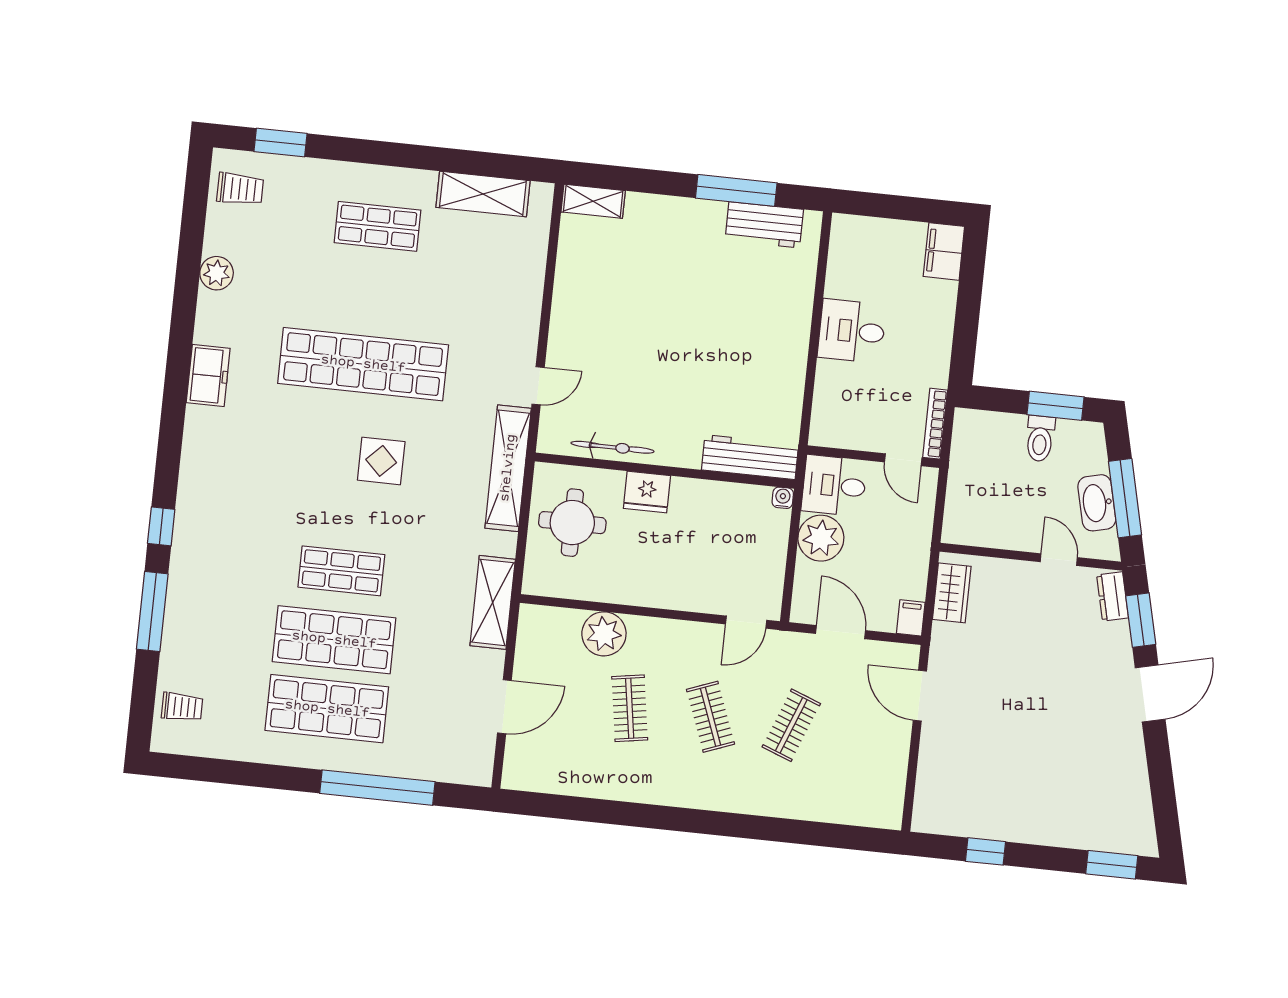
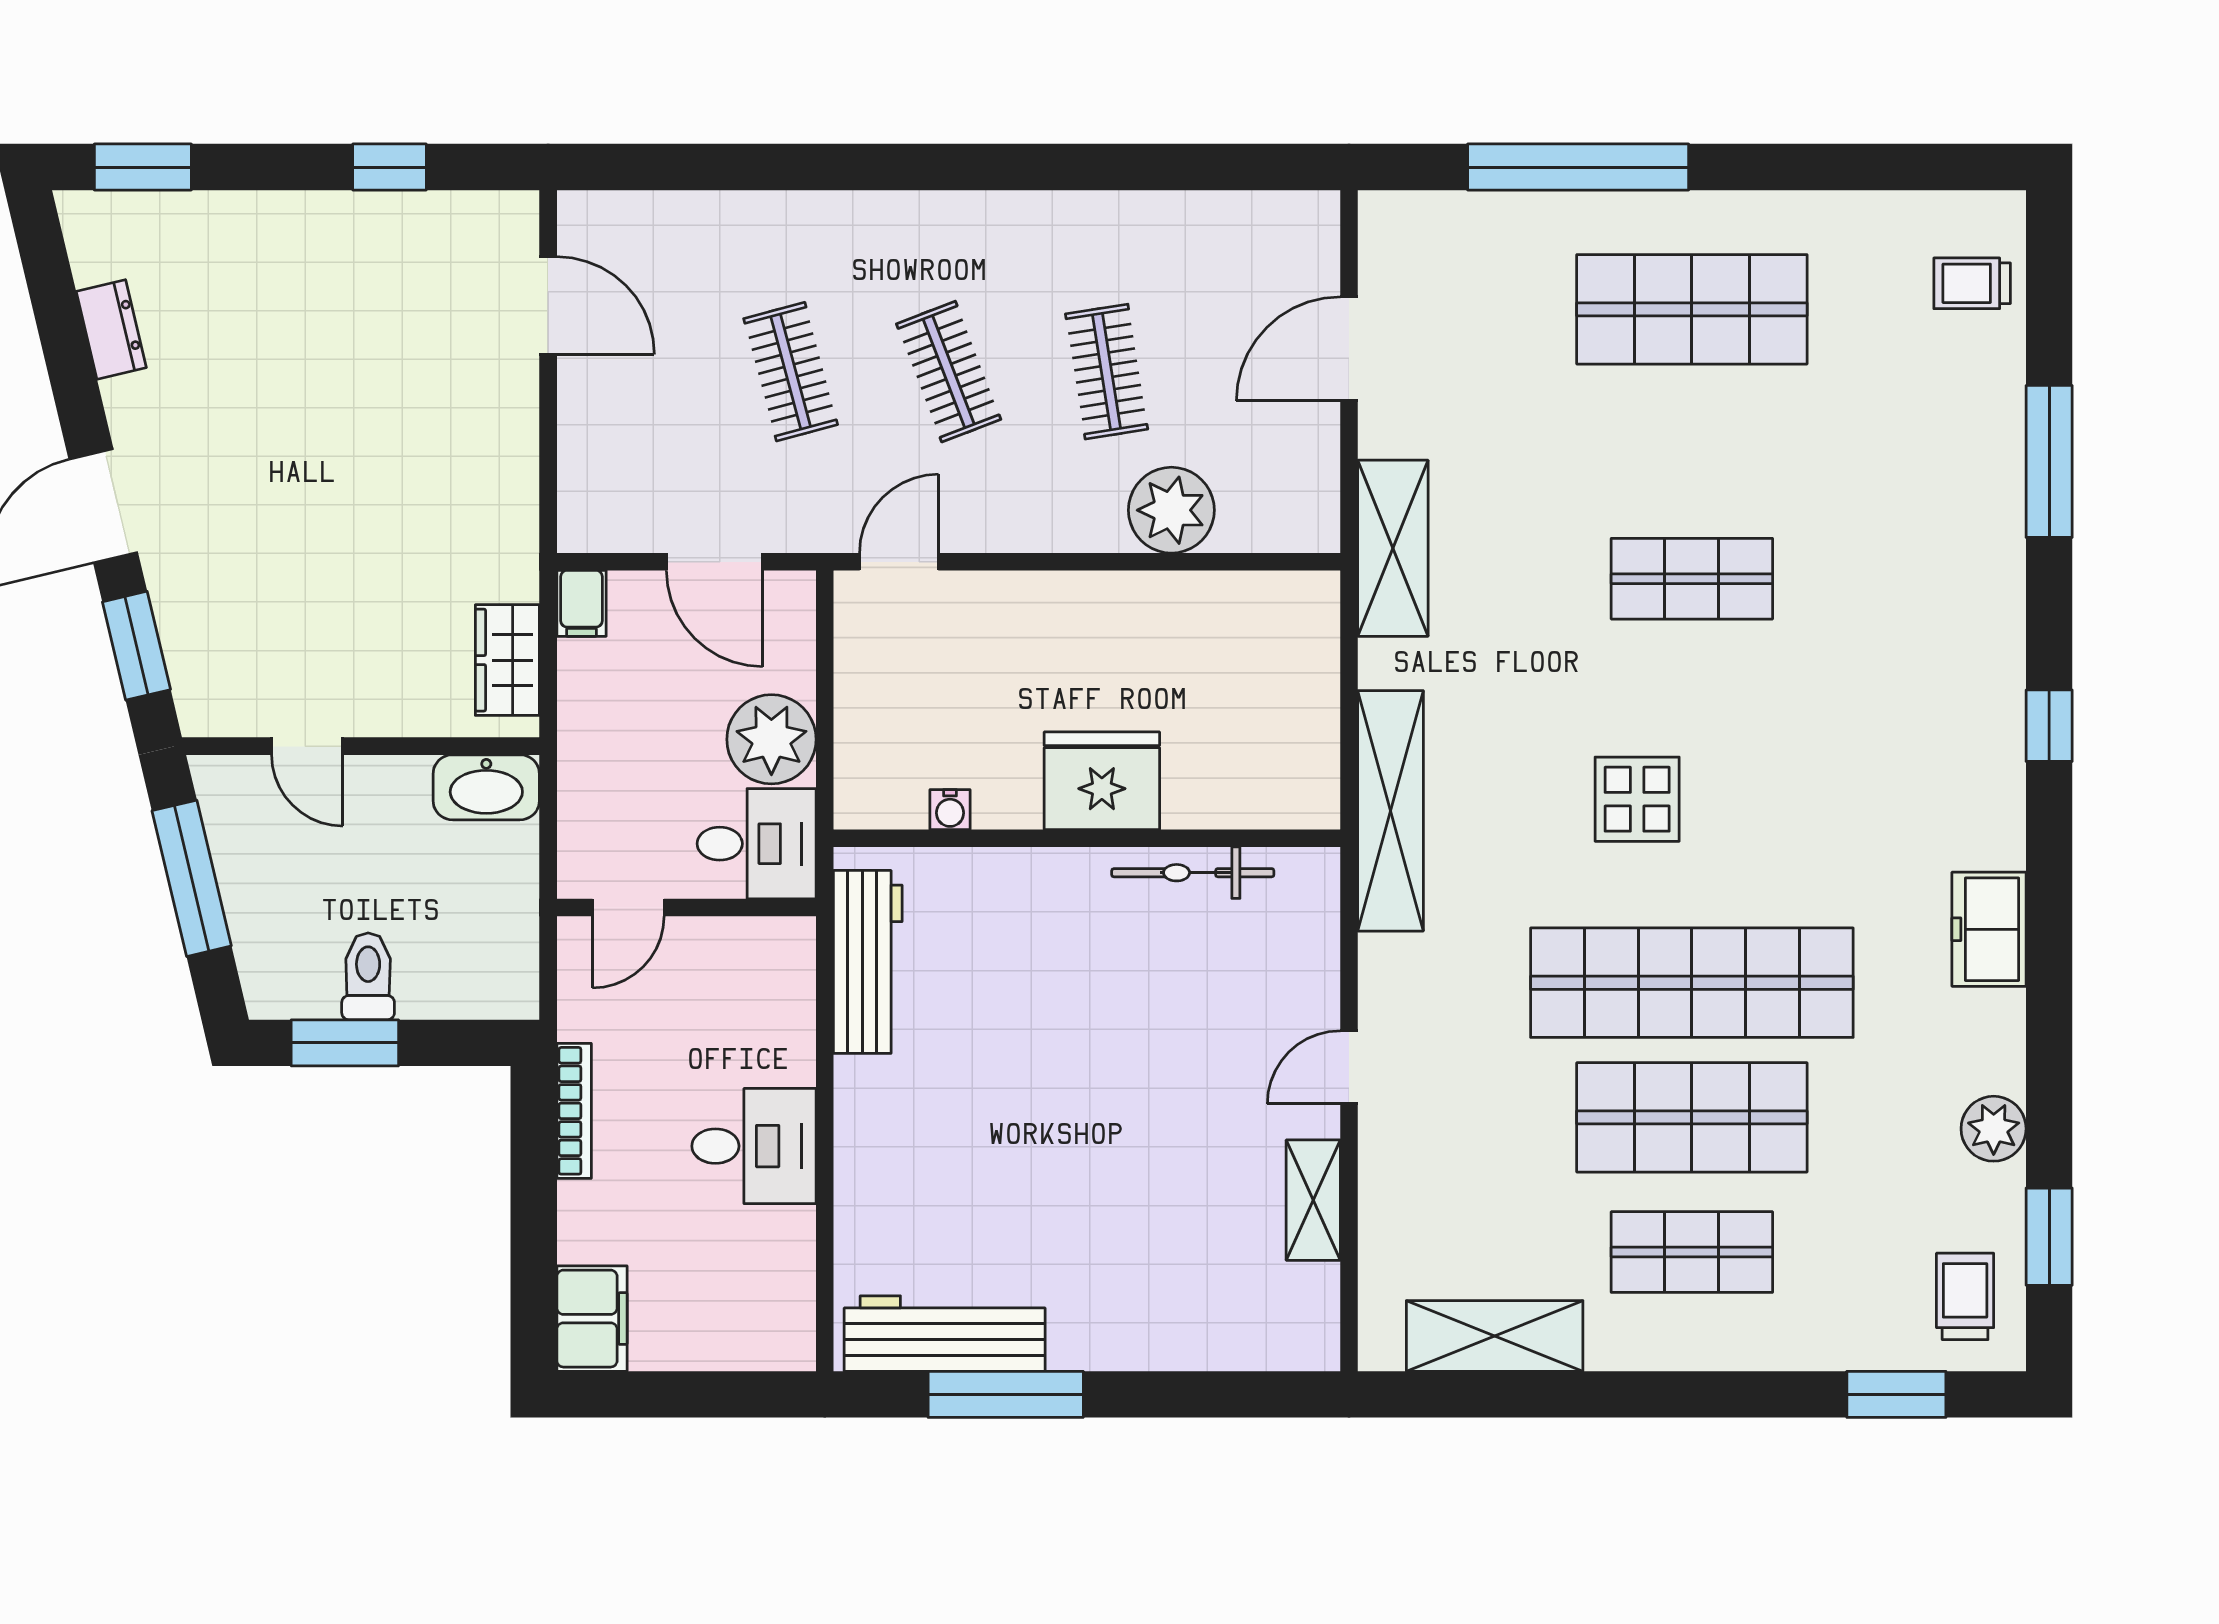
trolley: (240, 189) -> (1965, 1296), turned 90
shelving: (593, 201) -> (1313, 1200), moved, turned 90
window: (194, 215) -> (2049, 1237), added
workbench: (764, 225) -> (945, 1334), width x1.38
door: (538, 386) -> (1349, 1067), moved
bookcase: (935, 424) -> (574, 1111), moved
workbench: (750, 457) -> (868, 962), moved, turned -90
door: (903, 460) -> (628, 907), swing flipped
fridge: (647, 492) -> (1102, 781), width x1.36, depth x1.34
water cooler: (783, 498) -> (950, 810), moved
washbasin: (1097, 503) -> (486, 787), moved, turned 103
round table: (572, 523) -> (1255, 719), removed
window: (161, 526) -> (2049, 726), moved
dresser: (1113, 596) -> (111, 329), moved
shop shelf: (334, 640) -> (1692, 1117), moved
door: (920, 696) -> (548, 306), moved
clothes rail: (791, 725) -> (791, 372), turned -36

